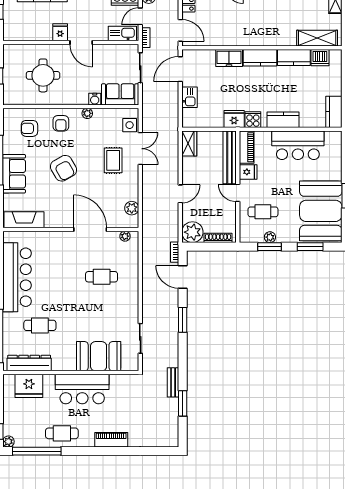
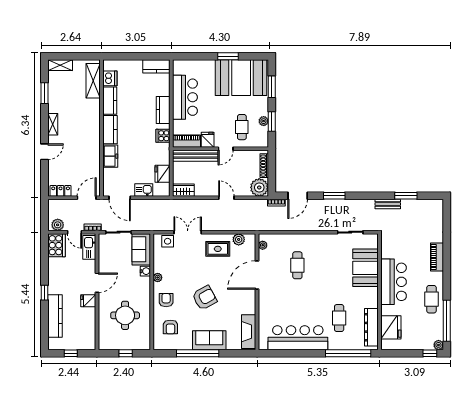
fridge: (234, 119) -> (162, 174), moved
armchair: (61, 123) -> (166, 300), turned -90
rug: (113, 160) -> (218, 249), moved

